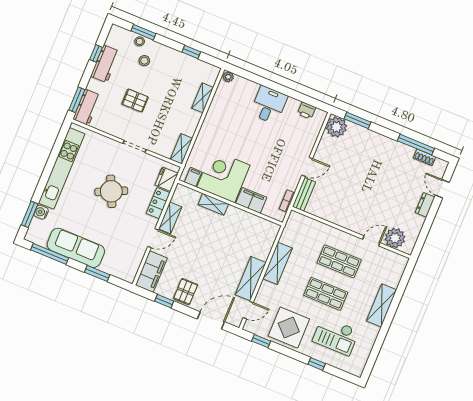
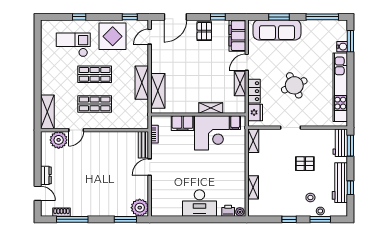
window: (191, 52) -> (289, 219), moved
workbench: (105, 64) -> (340, 183), width x1.38
desk: (269, 105) -> (199, 203), width x1.37
printer: (307, 111) -> (228, 211), moved
sofa: (76, 248) -> (277, 30), moved
shelving: (251, 279) -> (158, 91), moved
shelving: (382, 305) -> (47, 112), moved

